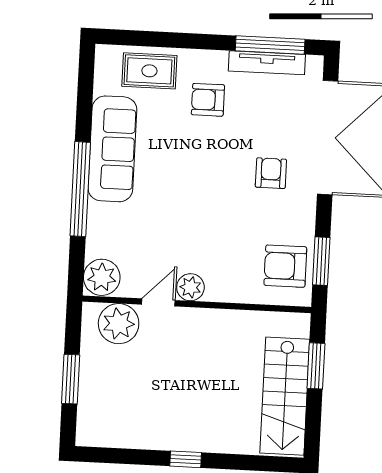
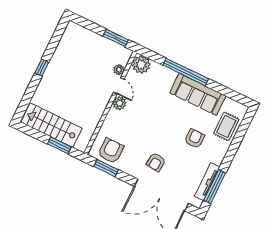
armchair: (208, 100) -> (194, 139), moved
armchair: (271, 173) -> (156, 162), turned 95
plant: (119, 324) -> (119, 70), width x0.53, depth x0.53
window: (71, 379) -> (115, 38), moved

